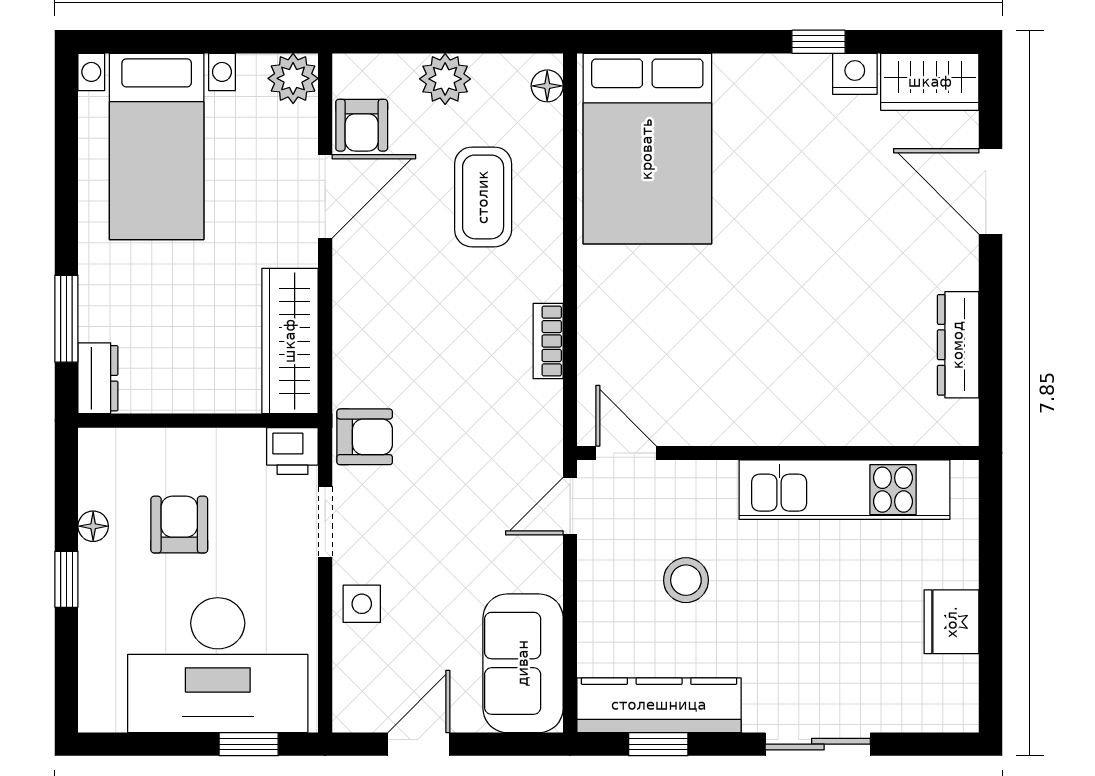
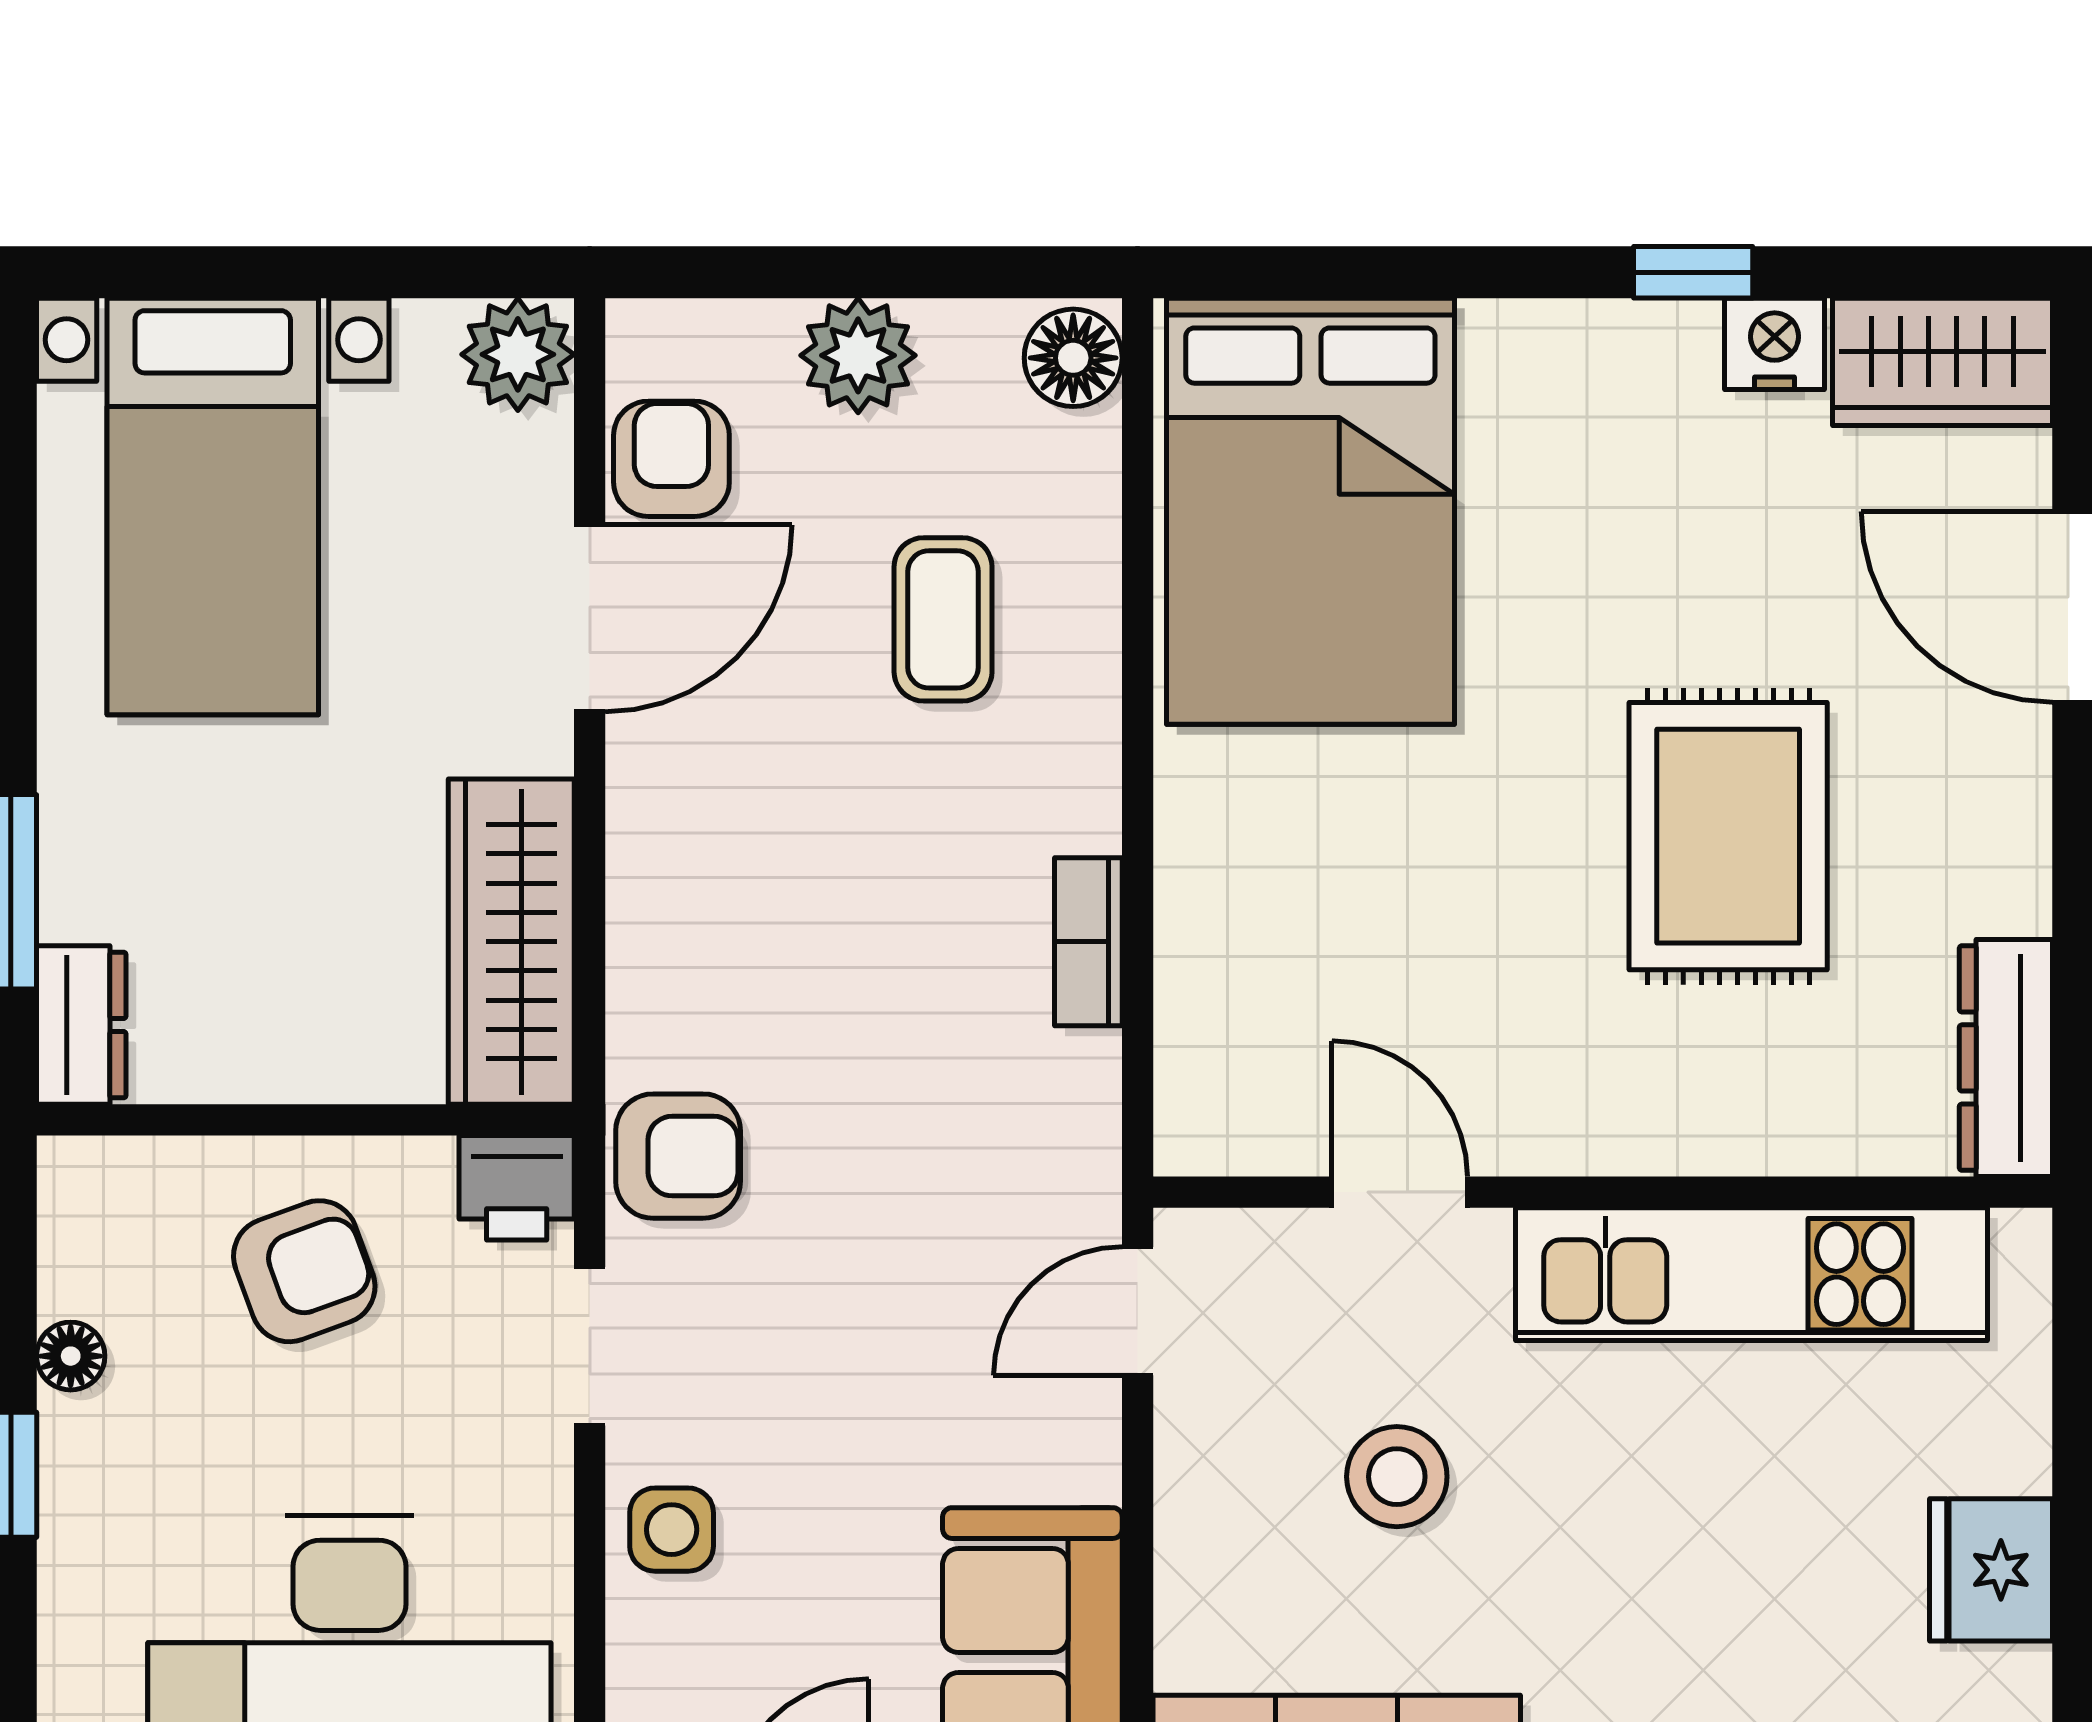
floor lamp: (547, 86) -> (1073, 358), width x1.37, depth x1.37
armchair: (362, 125) -> (671, 459), turned 180
coffee table: (483, 197) -> (943, 619), width x0.73, depth x0.77
rug: (834, 294) -> (1728, 836), added
dresser: (958, 345) -> (2006, 1058), moved
door: (626, 453) -> (1400, 1192), moved
armchair: (179, 525) -> (304, 1271), moved, turned 70

